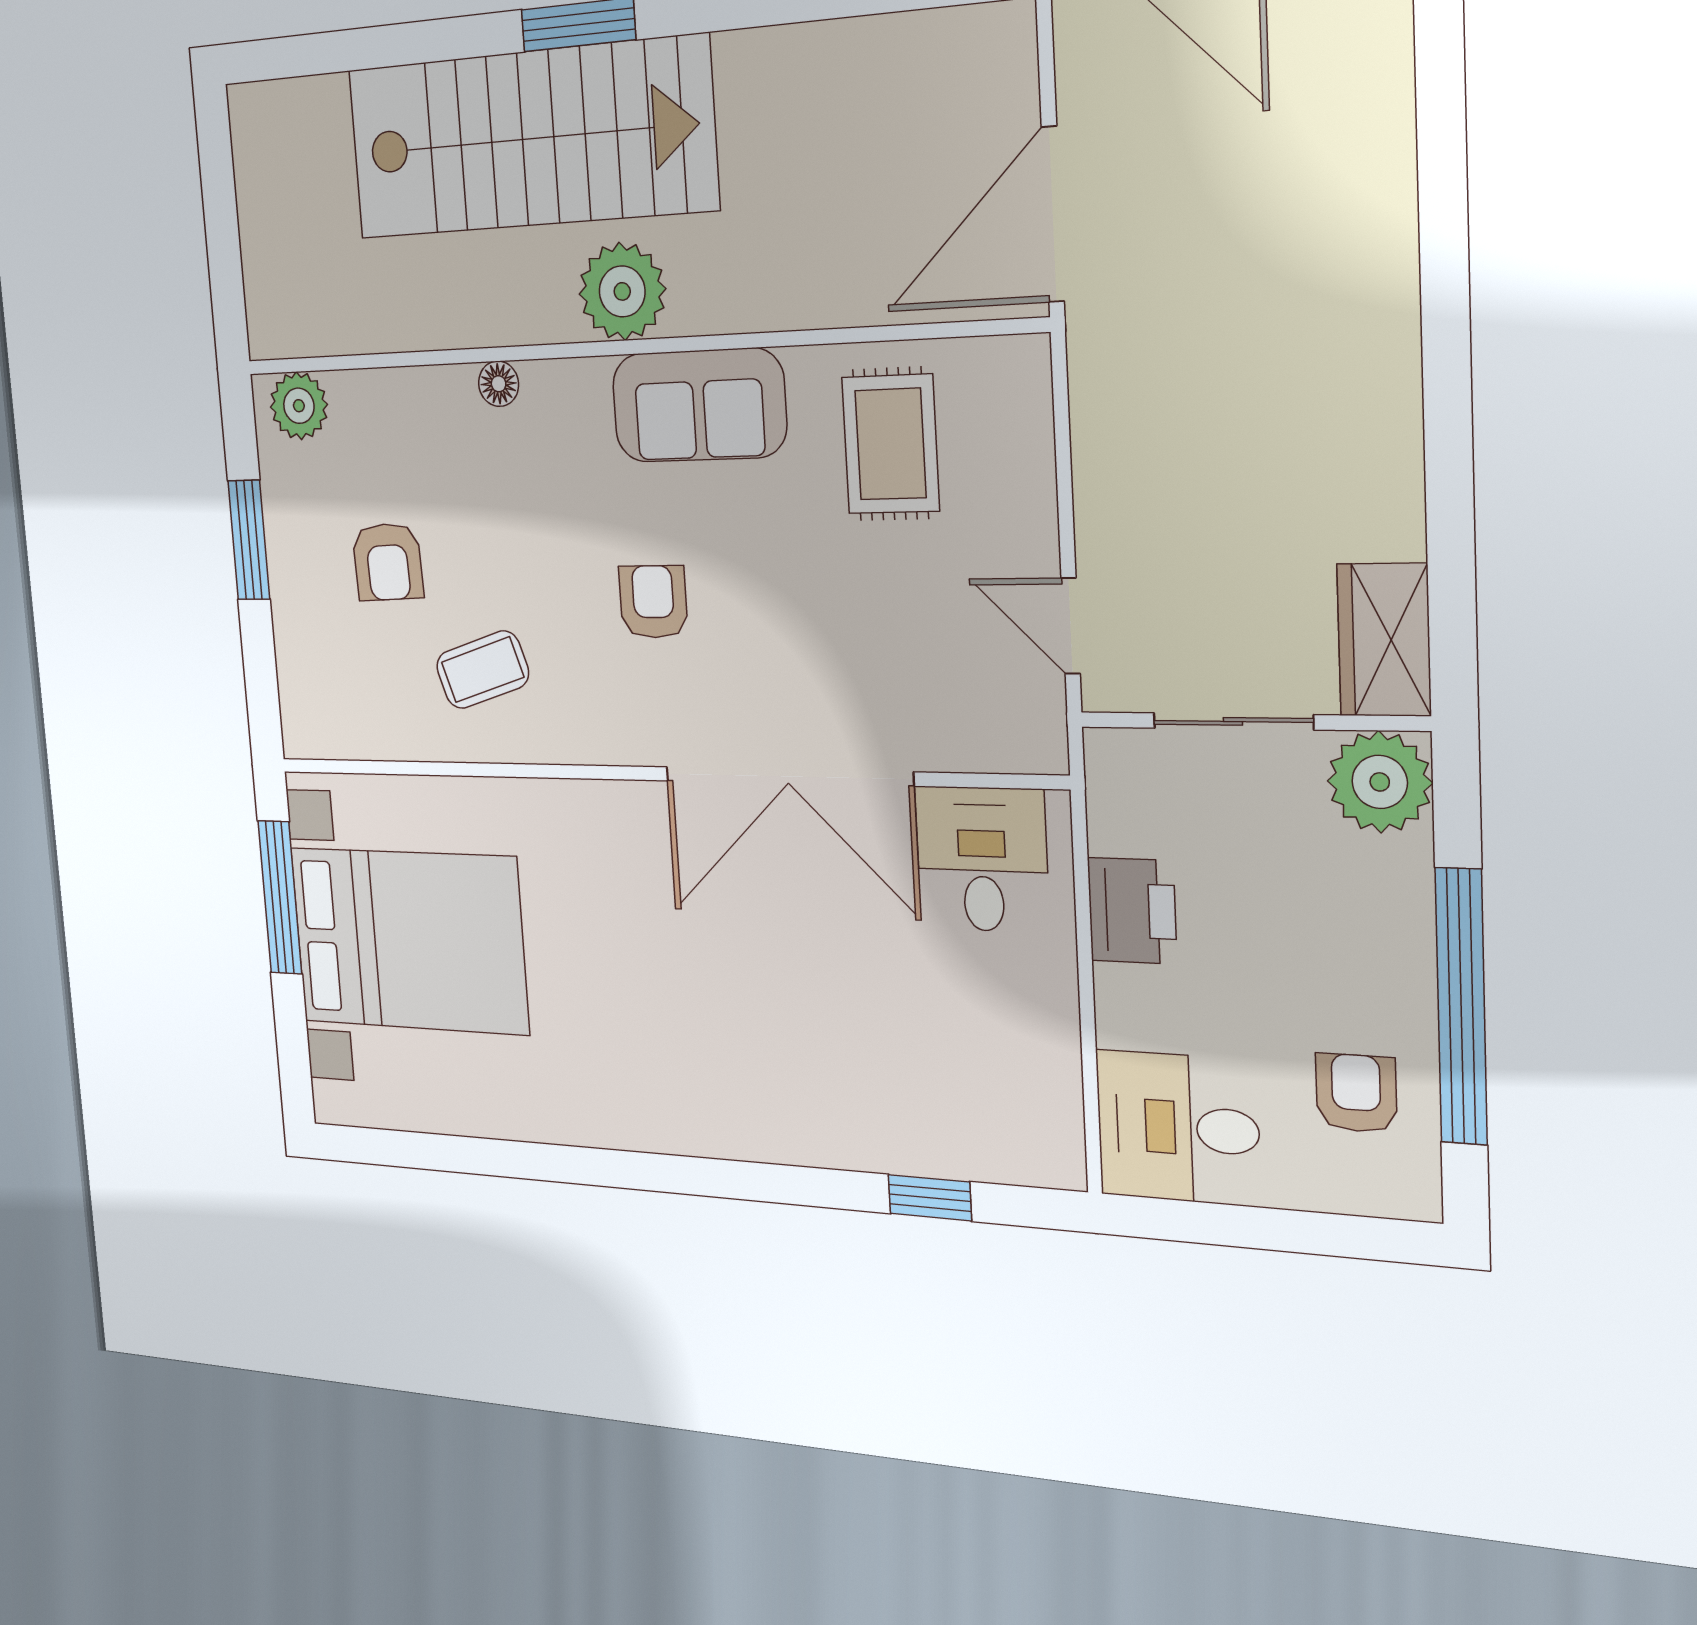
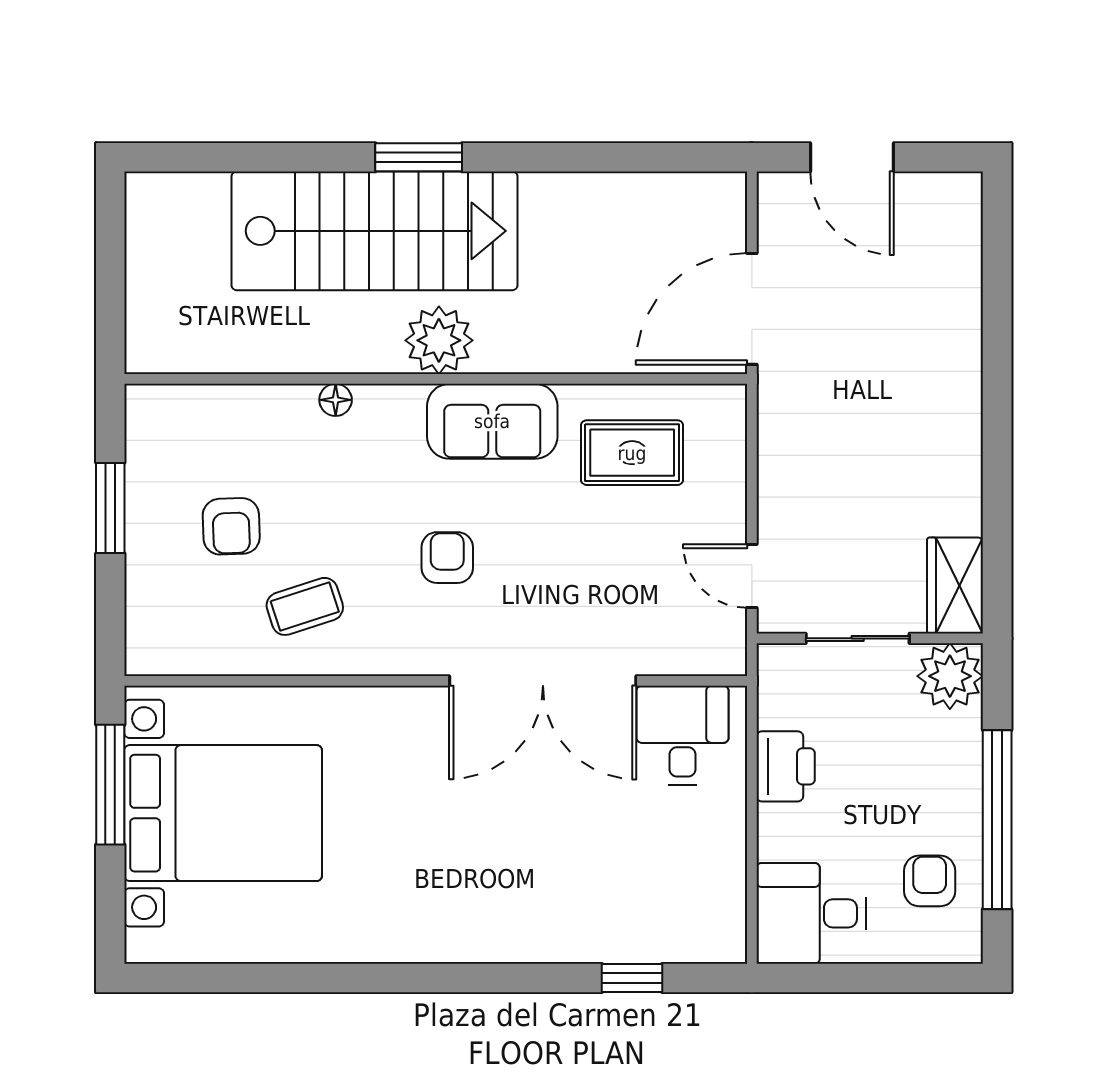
plant: (299, 406) -> (165, 409), removed
rug: (891, 444) -> (632, 453), turned 90

